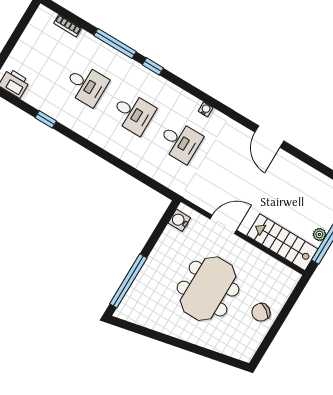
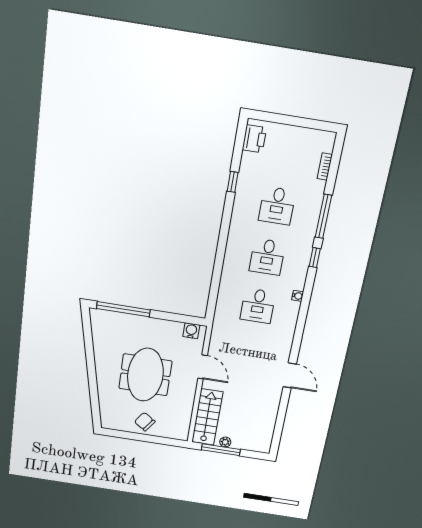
water cooler: (206, 109) -> (298, 296), moved
door: (269, 137) -> (290, 375), swing flipped
meeting table: (208, 289) -> (145, 375), turned 90

